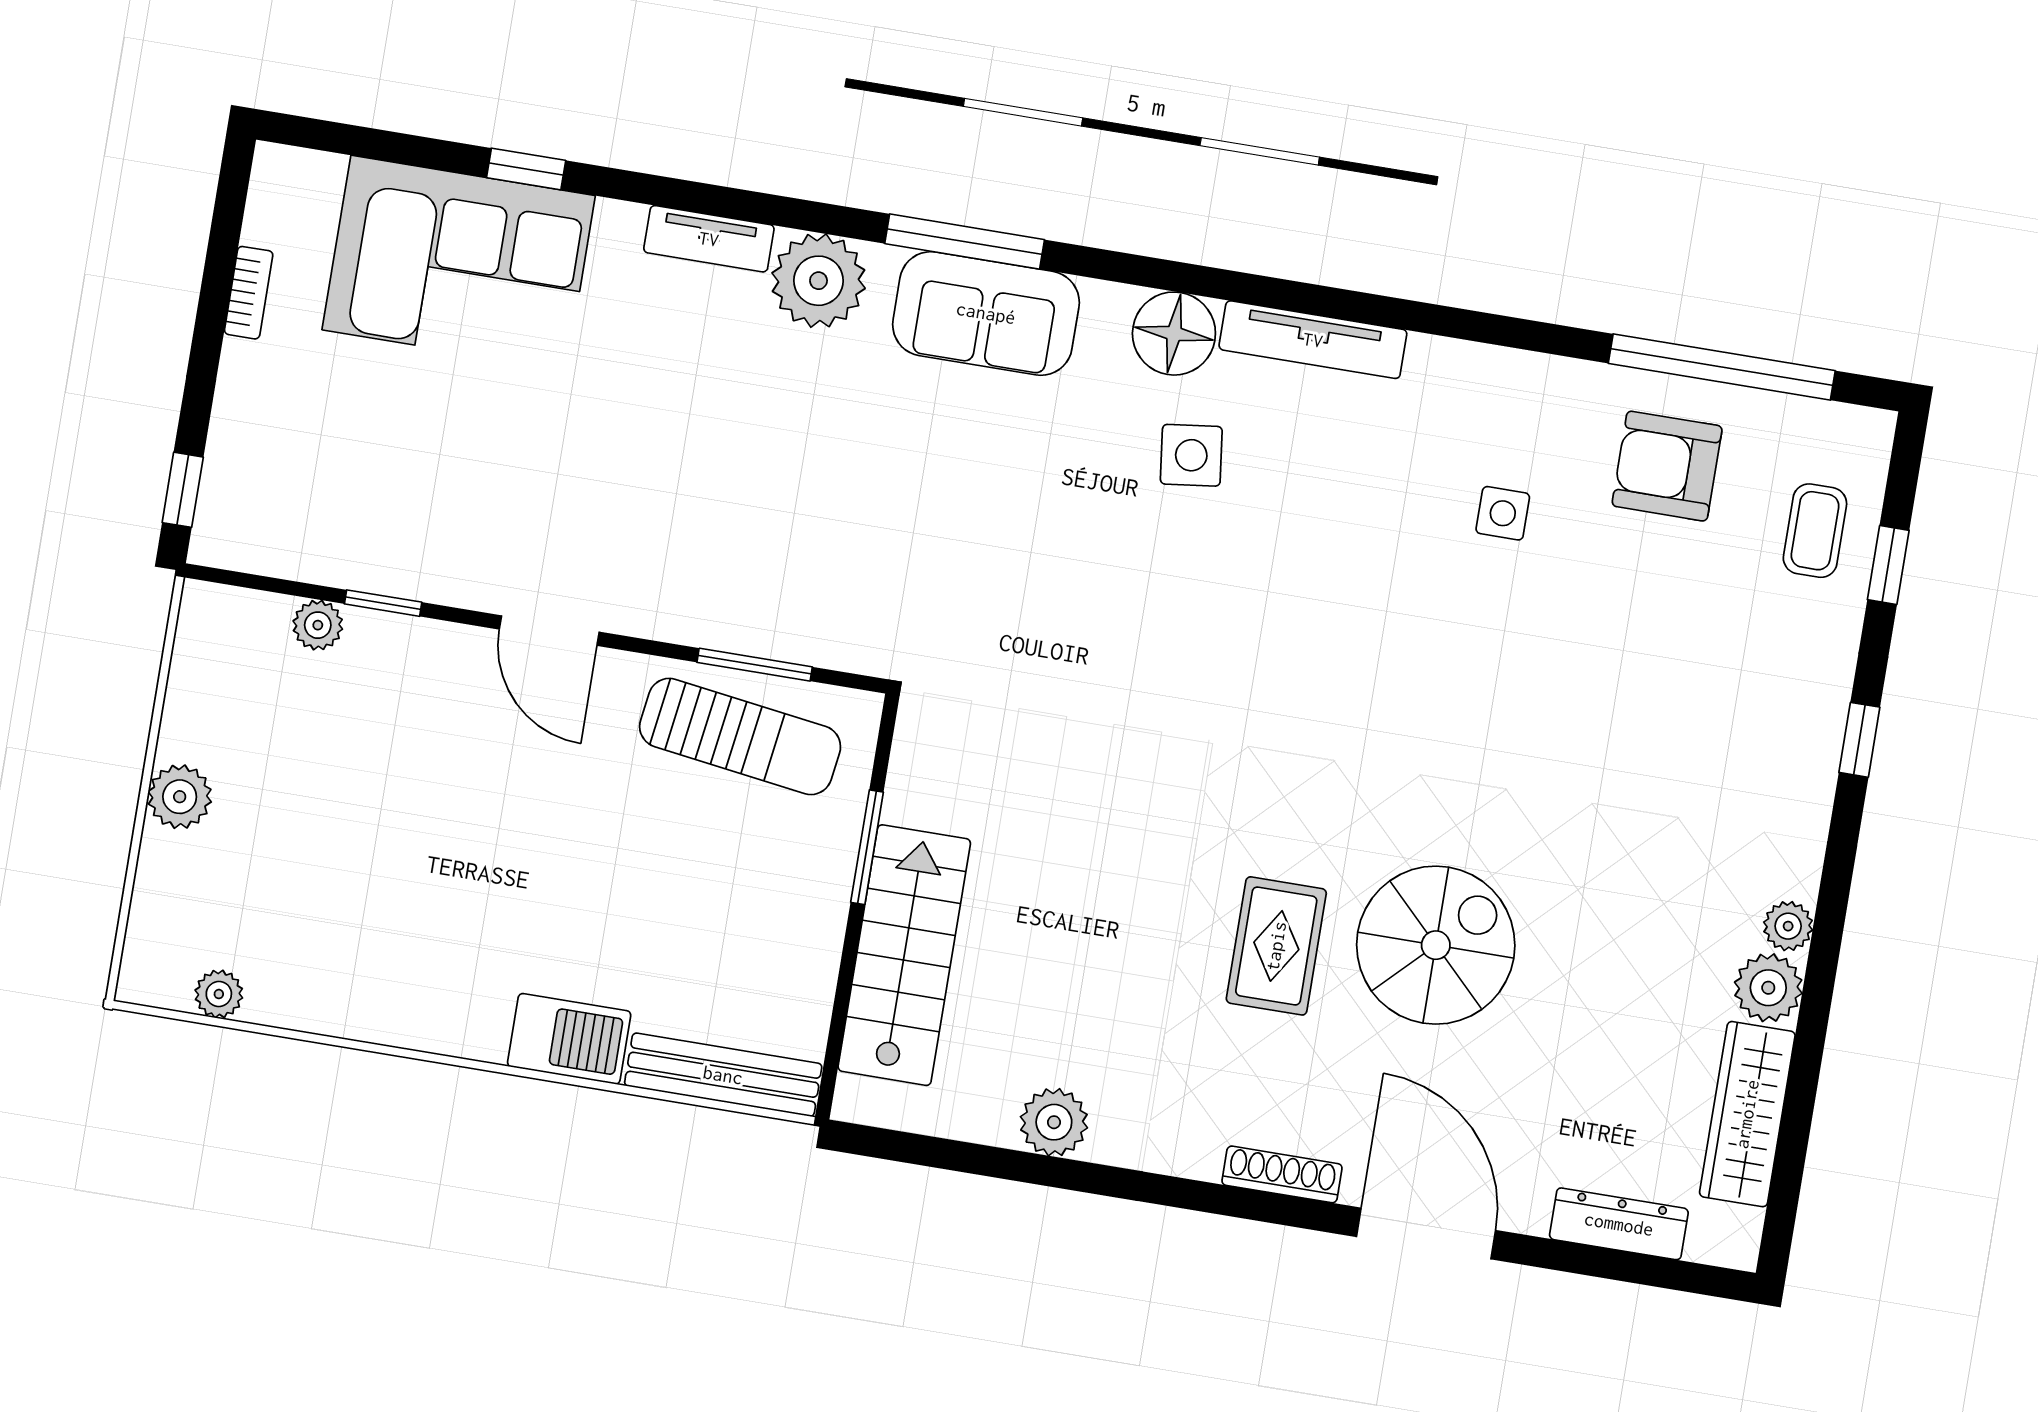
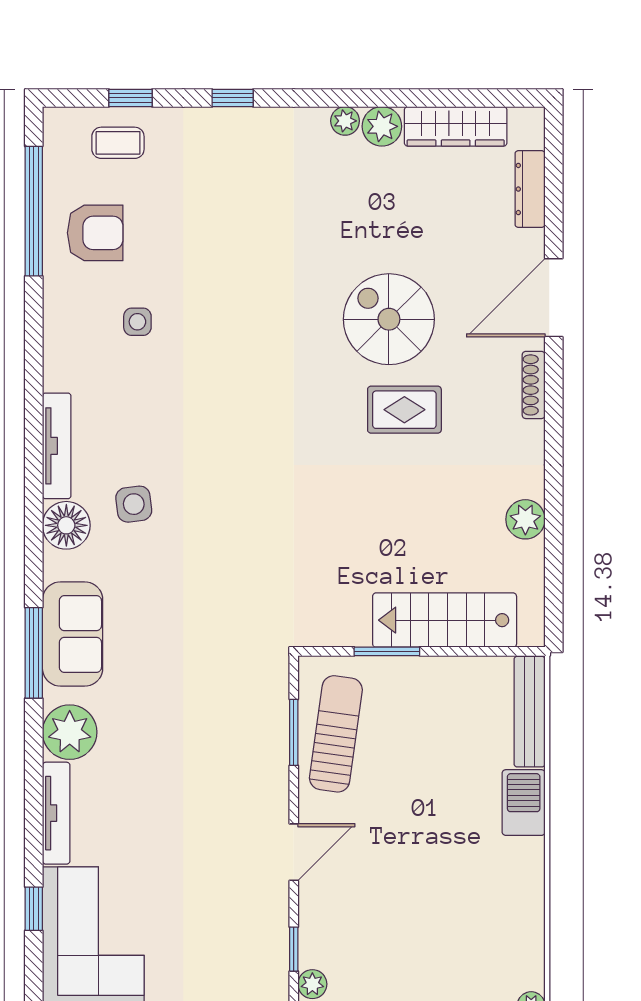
tv unit: (709, 239) -> (56, 813), width x1.41
armchair: (1667, 466) -> (95, 233), turned -90

